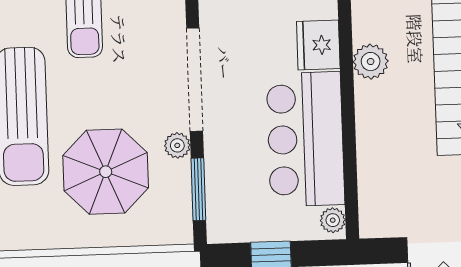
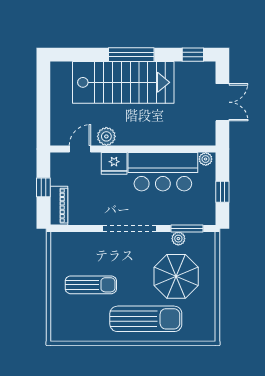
plant: (371, 62) -> (106, 136), moved
plant: (177, 145) -> (178, 239), moved

